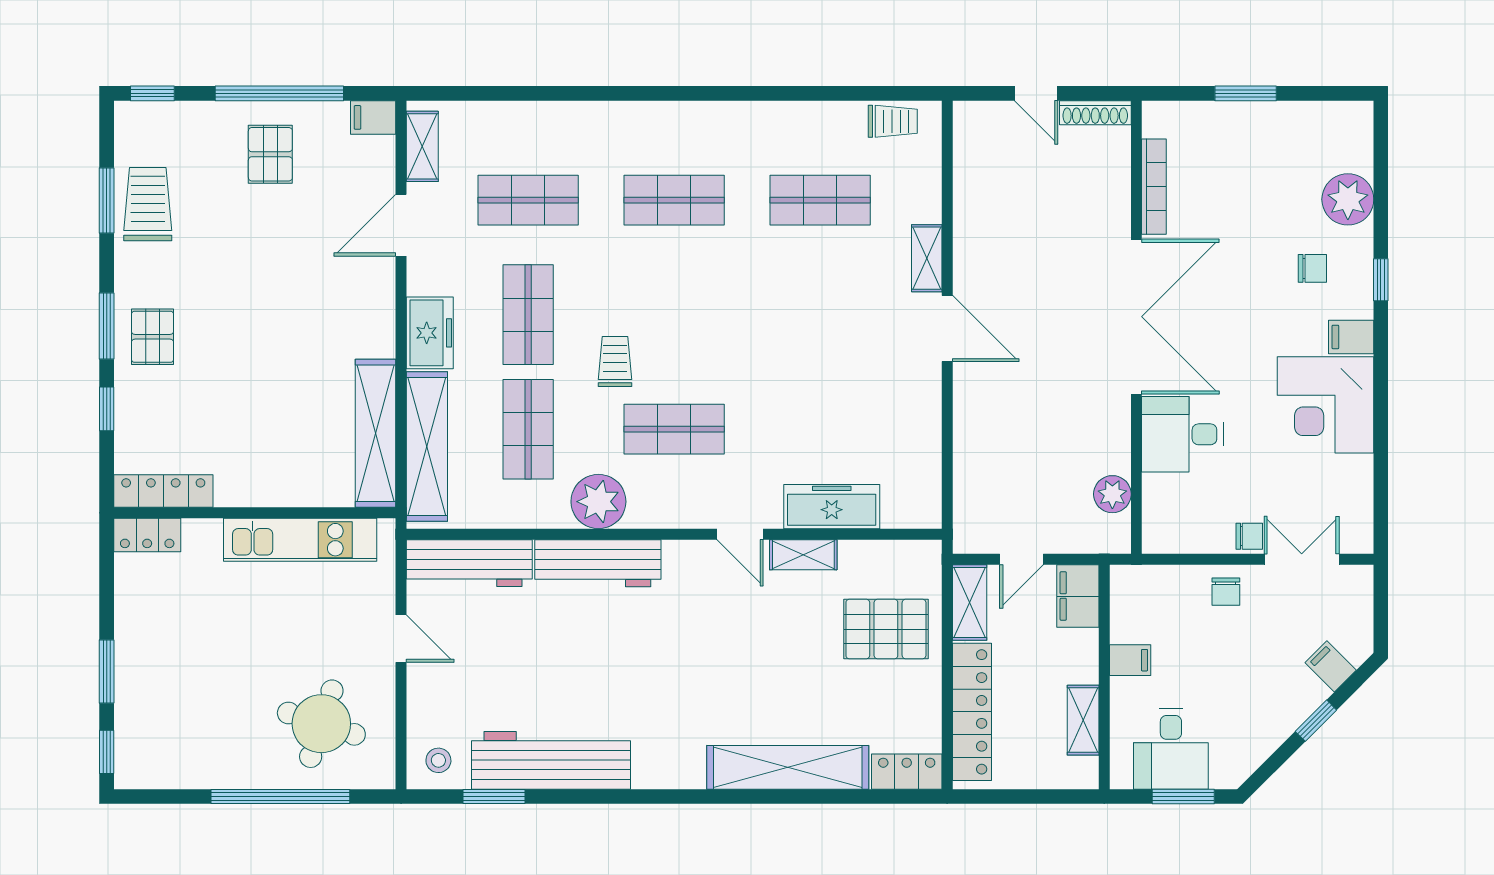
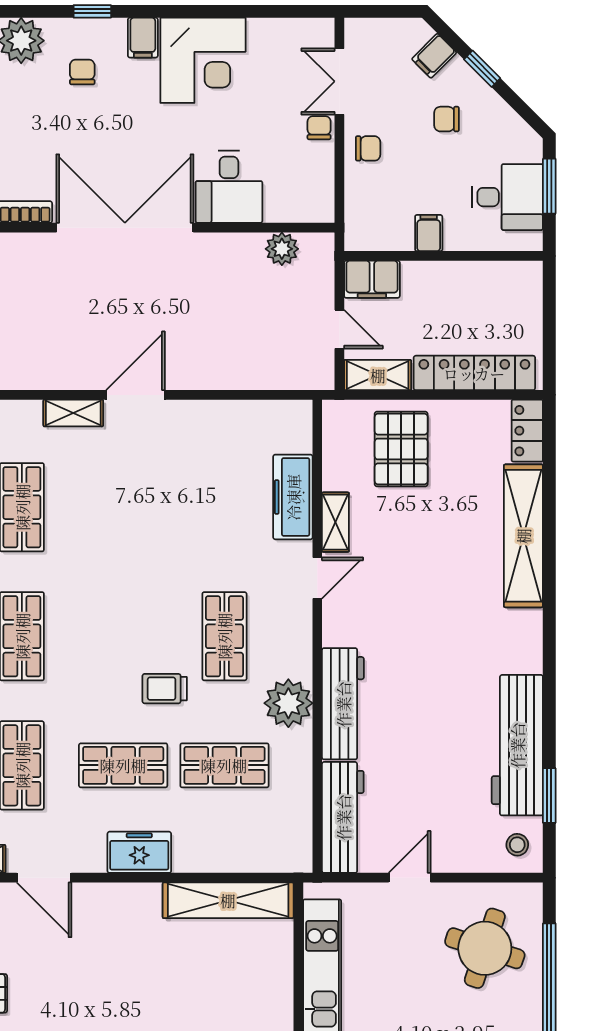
shelving: (427, 447) -> (240, 855), removed
chair: (1259, 680) -> (447, 119), added
shelving: (1083, 720) -> (482, 275), removed

